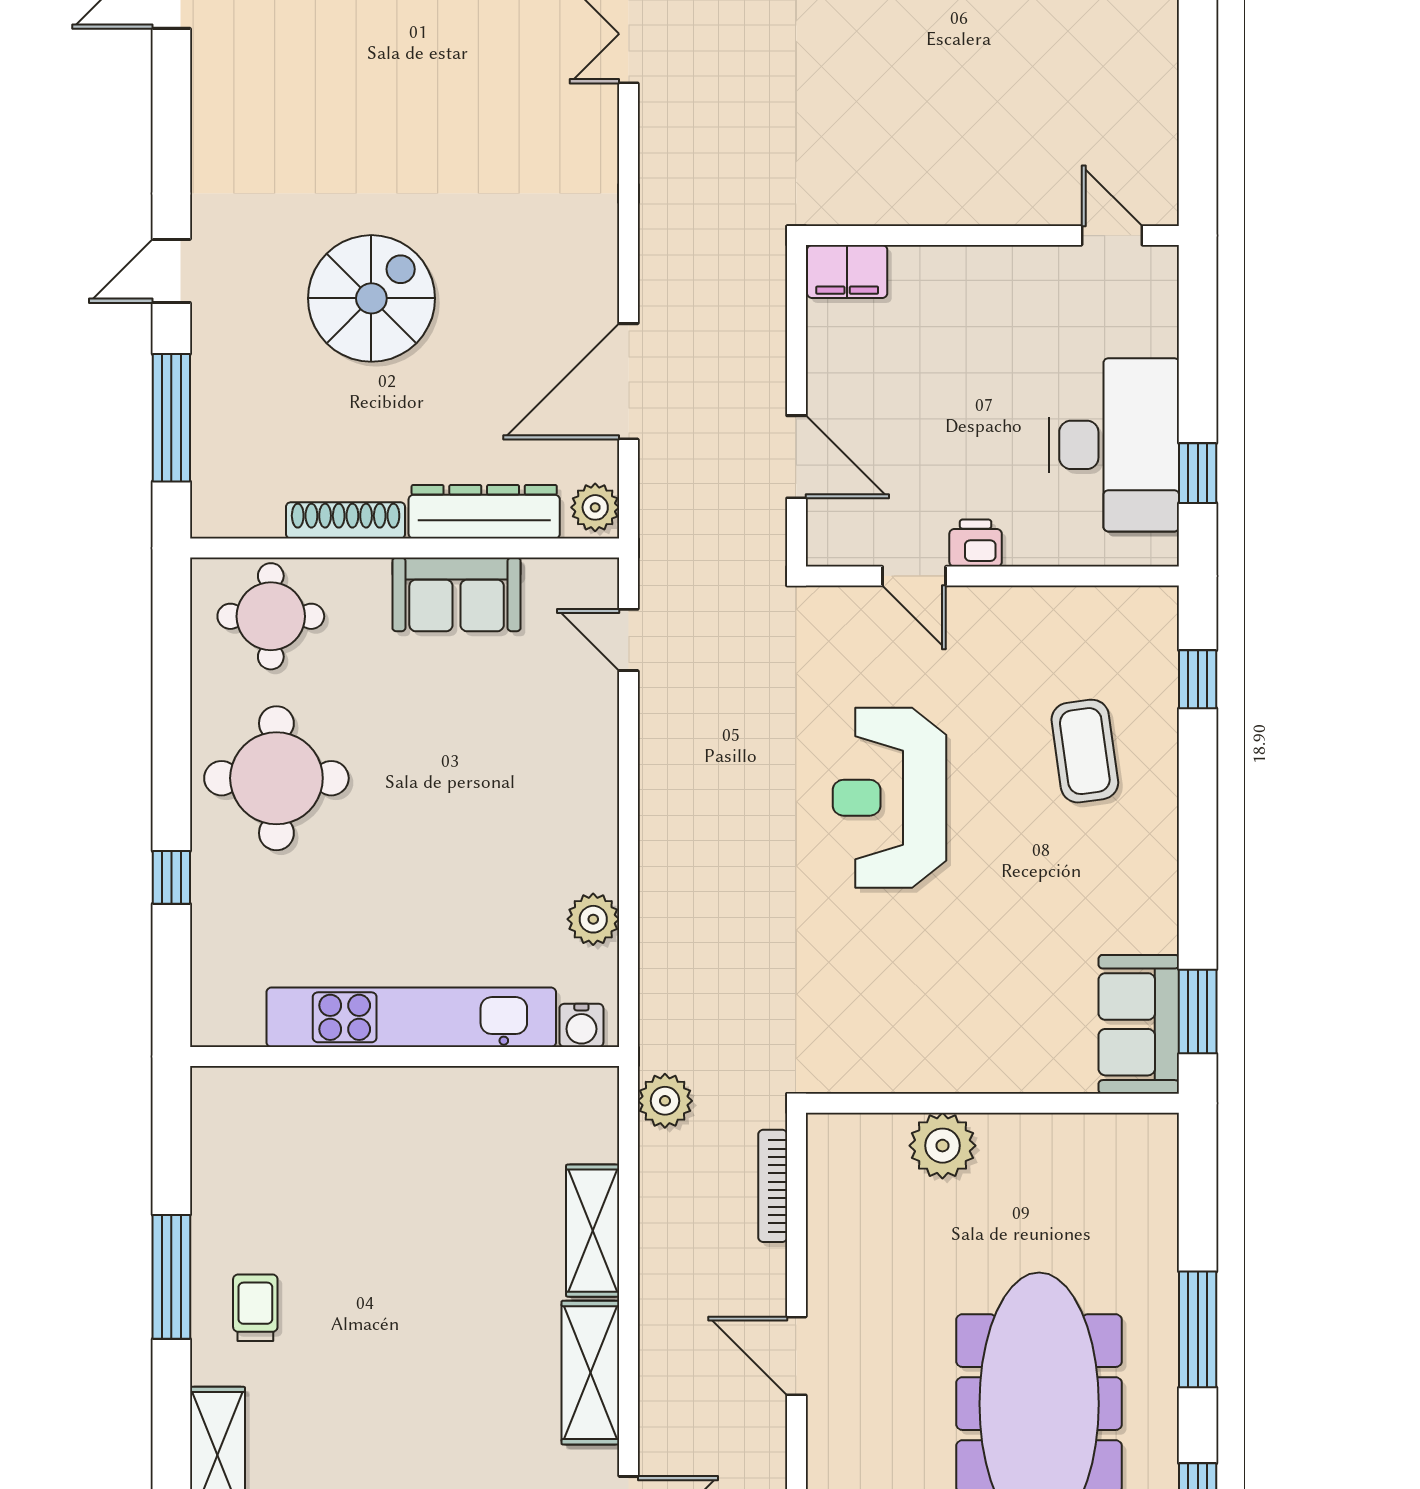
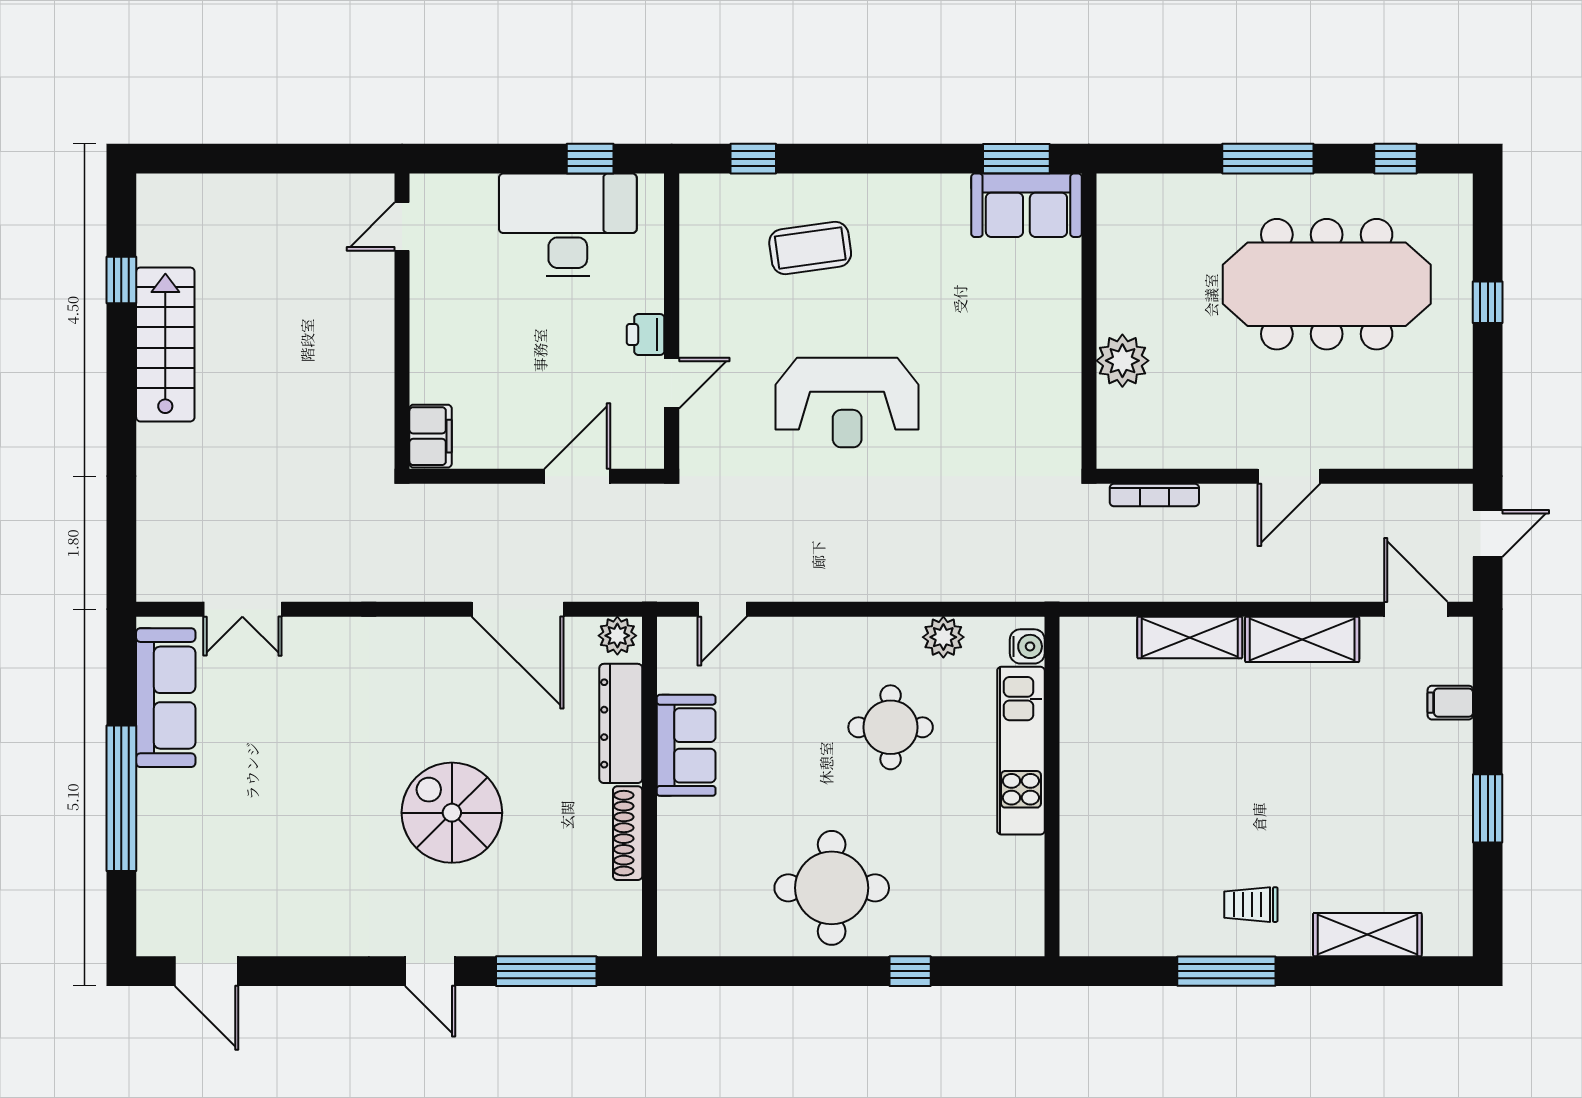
round table: (271, 616) -> (891, 727), moved
kitchen unit: (411, 1017) -> (1021, 751), width x0.73
plant: (665, 1101) -> (1087, 580), removed

